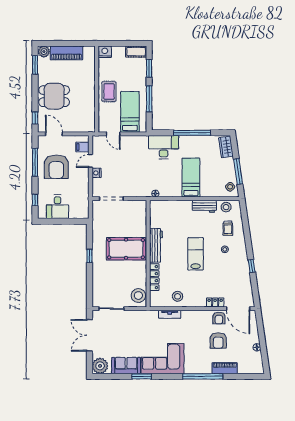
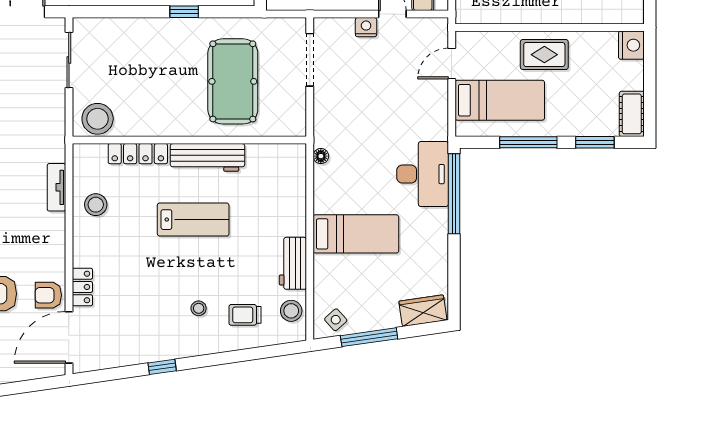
window: (192, 133) -> (454, 194), moved
pool table: (126, 249) -> (233, 81), moved
lab bench: (196, 254) -> (193, 220), moved

